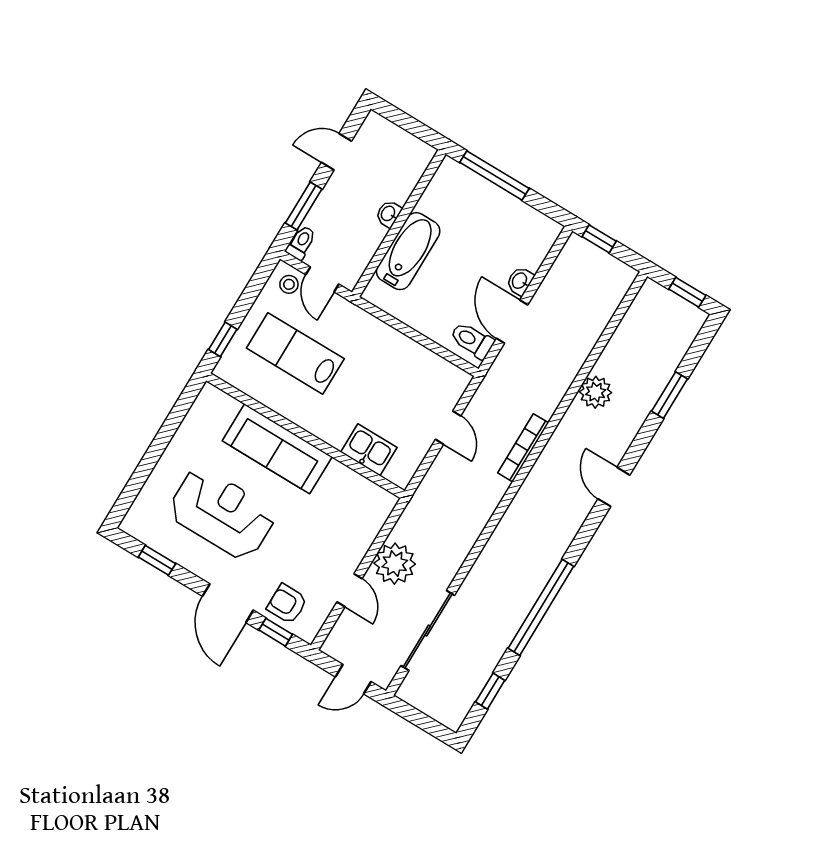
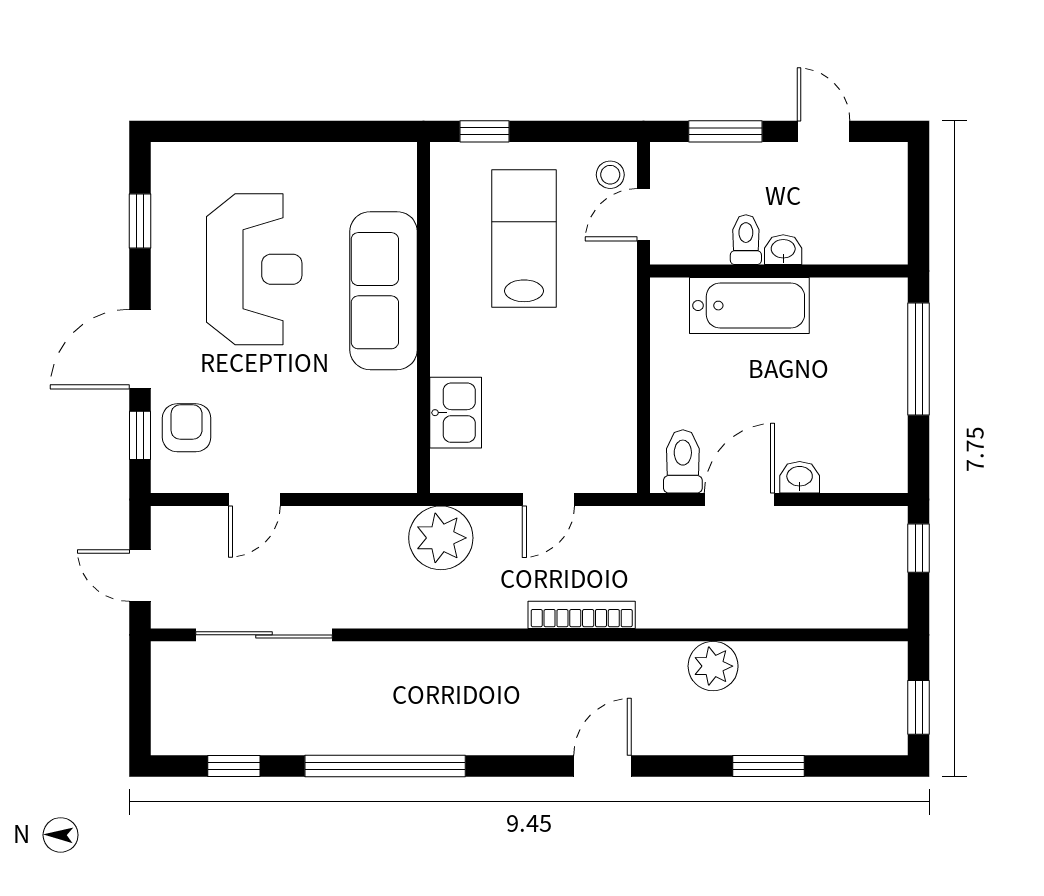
toilet: (301, 243) -> (746, 240), moved, turned -90
plant: (395, 564) -> (441, 538), moved

